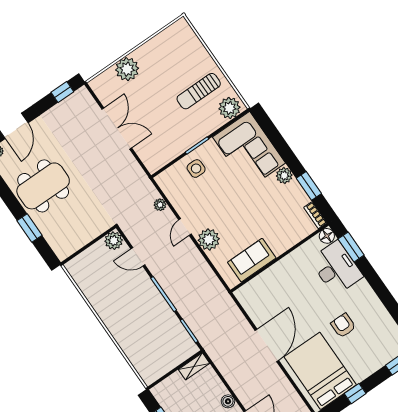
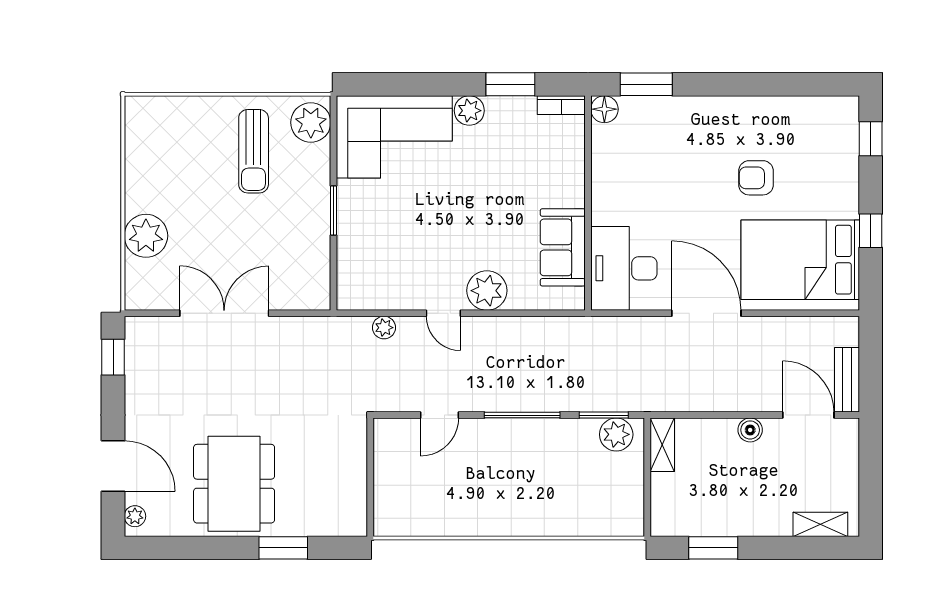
side table: (196, 169) -> (367, 236), removed
plant: (114, 241) -> (616, 434), moved
desk: (336, 268) -> (624, 268), moved, turned -90

